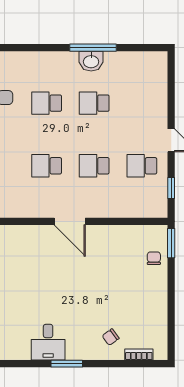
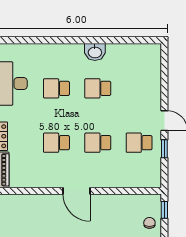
window: (93, 48) -> (97, 40), removed
window: (171, 188) -> (164, 149), moved
window: (171, 243) -> (164, 210), width x0.67

